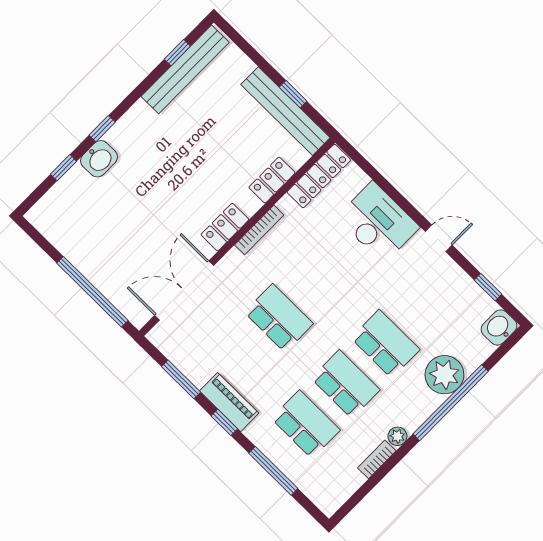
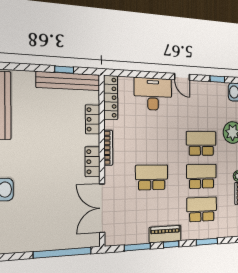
door: (439, 238) -> (182, 77), swing flipped
window: (273, 471) -> (207, 242), width x0.69

